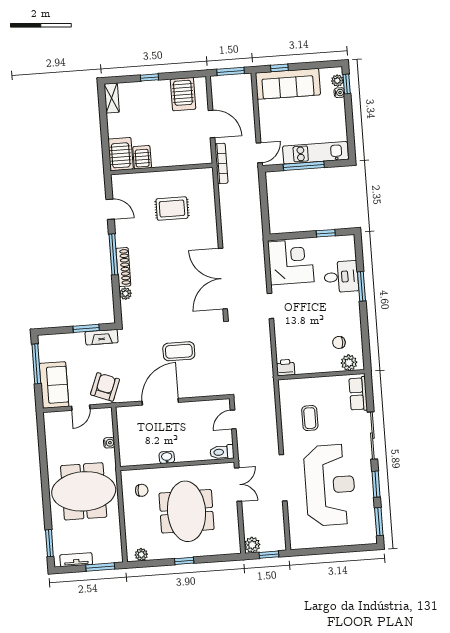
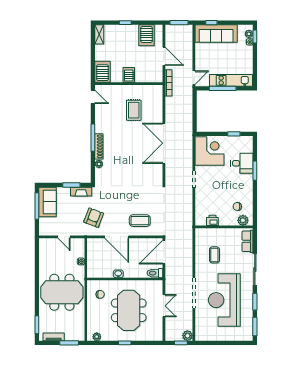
server rack: (142, 157) -> (129, 75), moved
door: (110, 209) -> (93, 97), moved
rug: (172, 209) -> (134, 110), turned 90
double door: (223, 279) -> (164, 143), moved
coffee table: (179, 351) -> (140, 221), moved
printer: (286, 368) -> (212, 220), moved
sofa: (54, 385) -> (47, 202), moved
armchair: (105, 387) -> (94, 218), moved
door: (160, 402) -> (117, 237), swing flipped
door: (81, 408) -> (64, 237), hinge flipped
door: (233, 419) -> (164, 252), width x1.88
double door: (238, 485) -> (164, 306), moved
reception desk: (330, 485) -> (224, 300), turned 180
plant: (252, 545) -> (187, 336), moved

